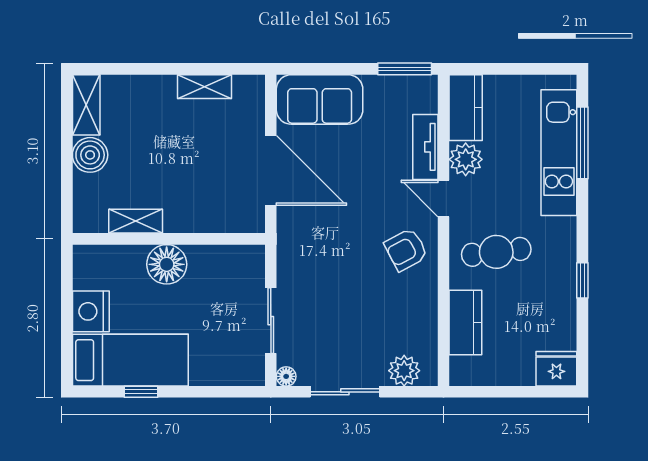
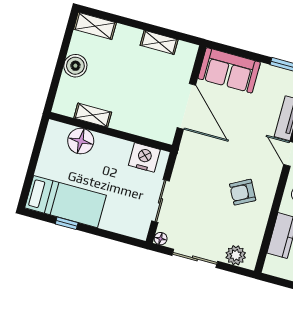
shelving: (86, 105) -> (95, 26), moved, turned 90
armchair: (406, 250) -> (243, 192), moved
floor lamp: (167, 264) -> (81, 141), moved
nightstand: (91, 311) -> (144, 157), moved, turned 90

